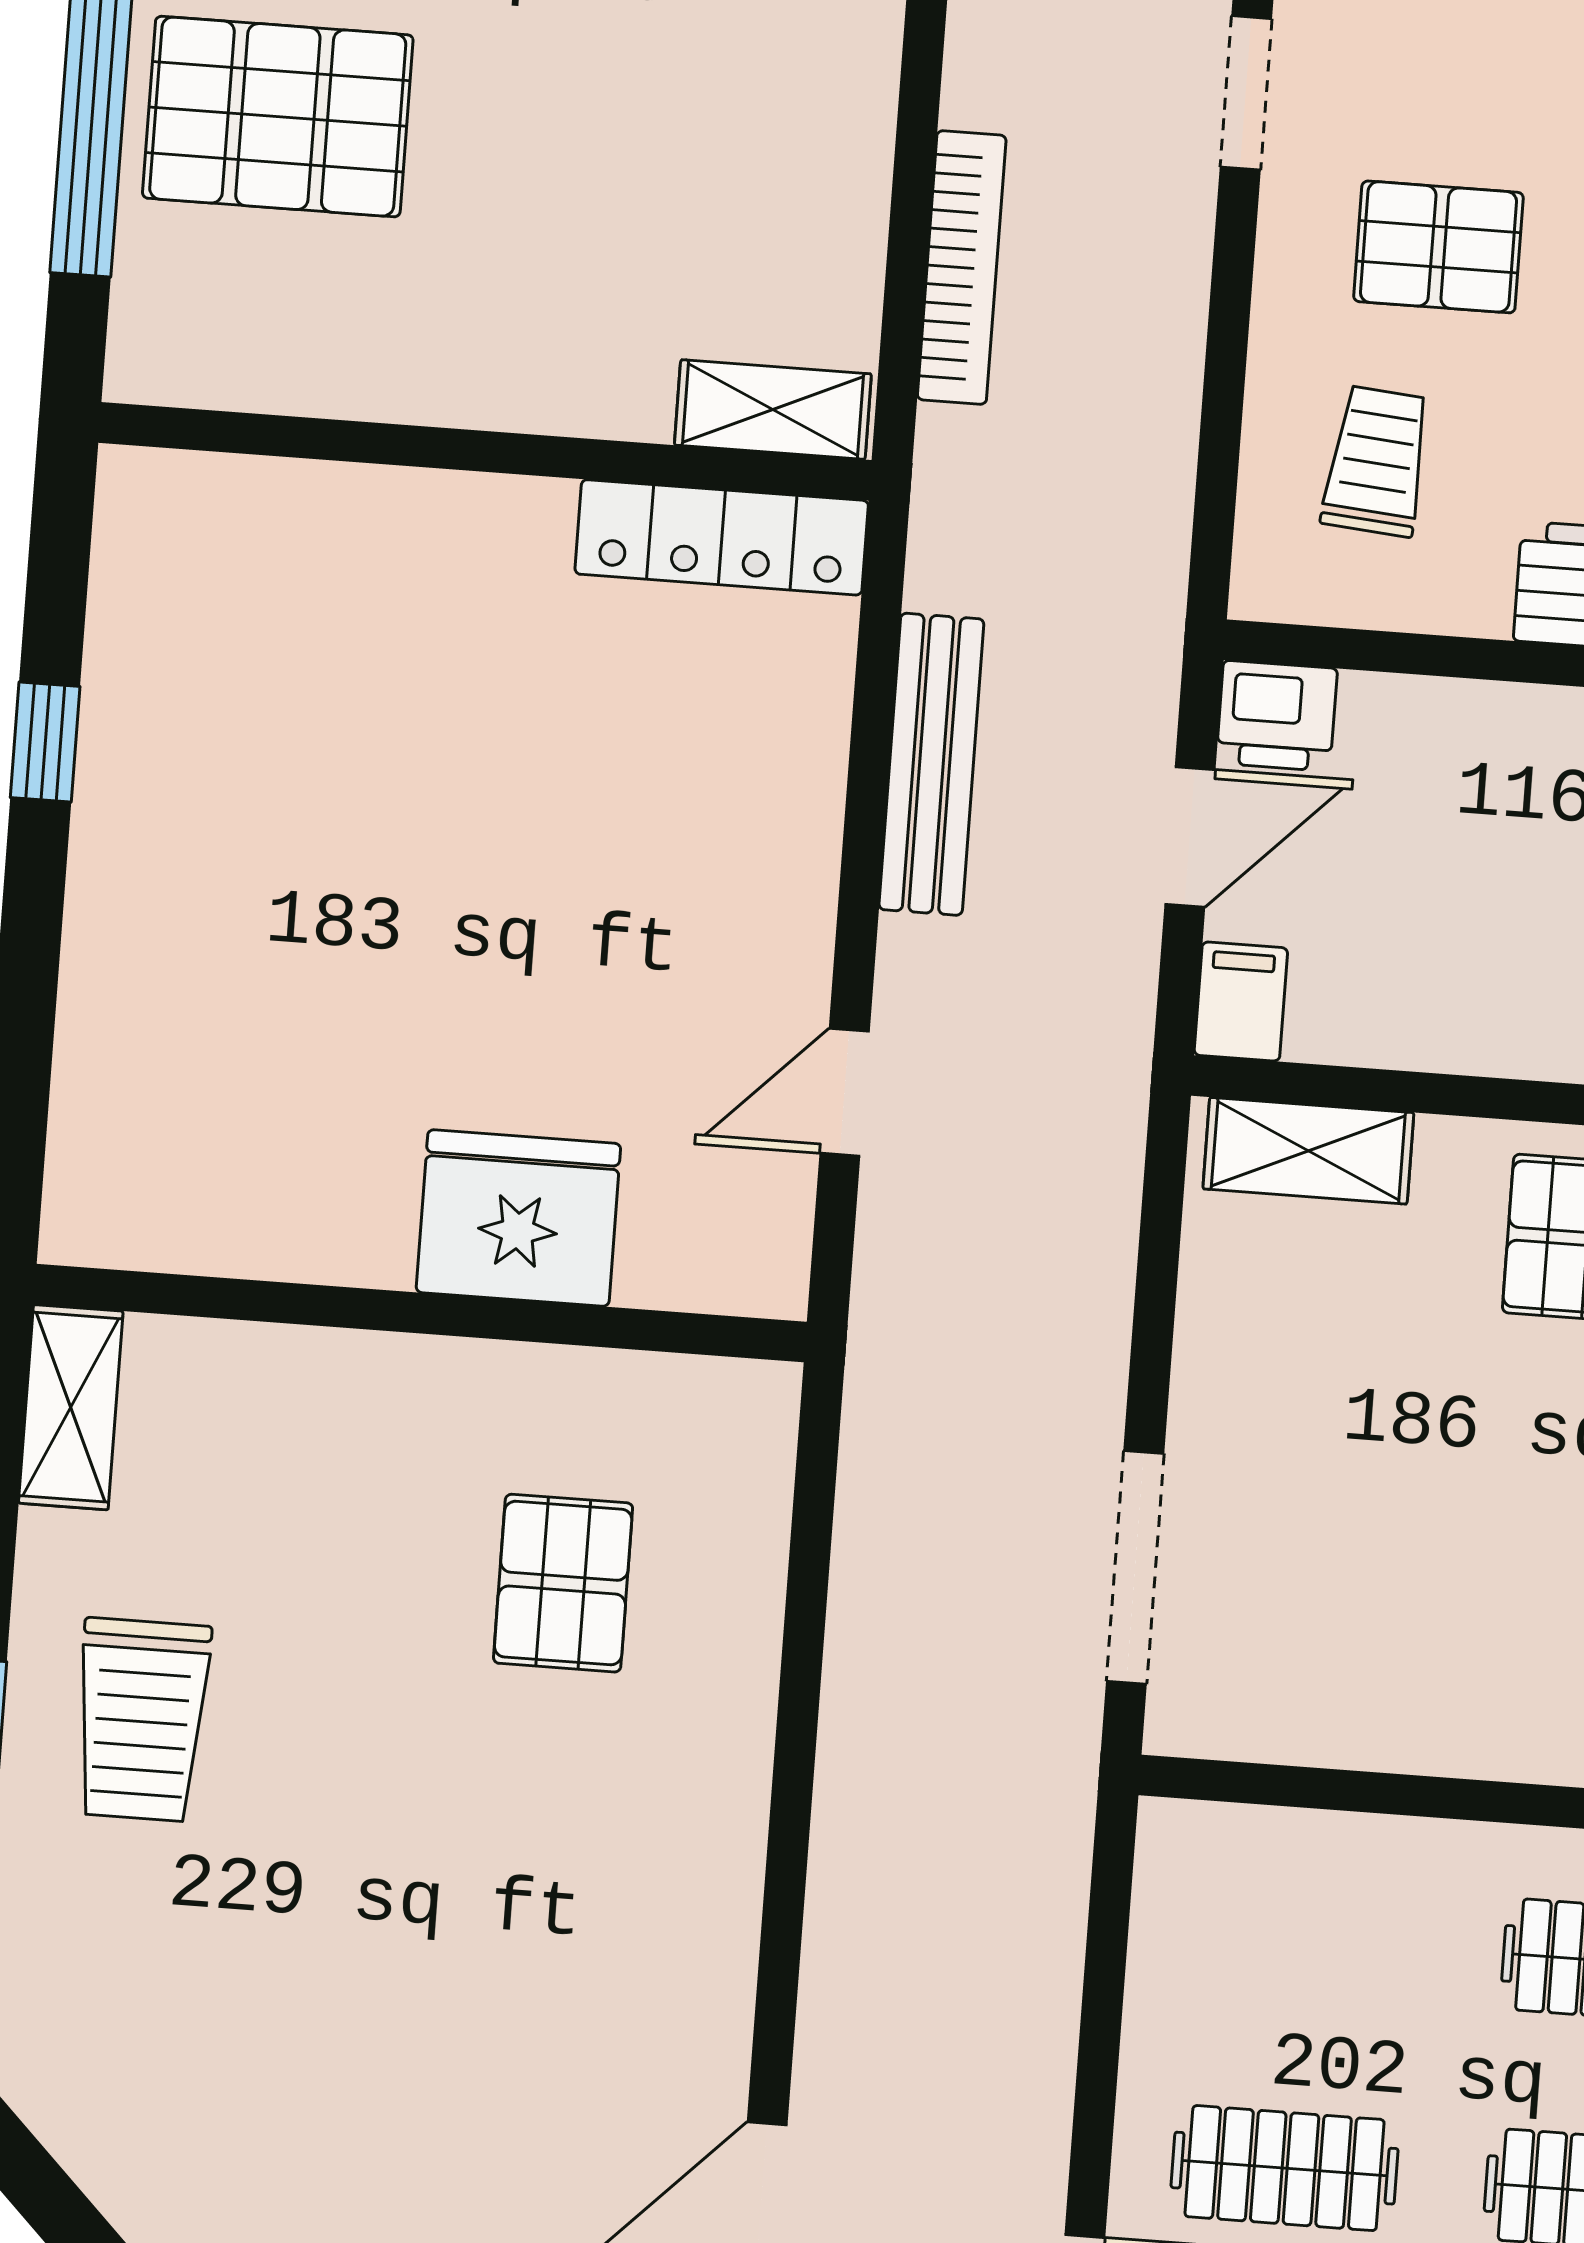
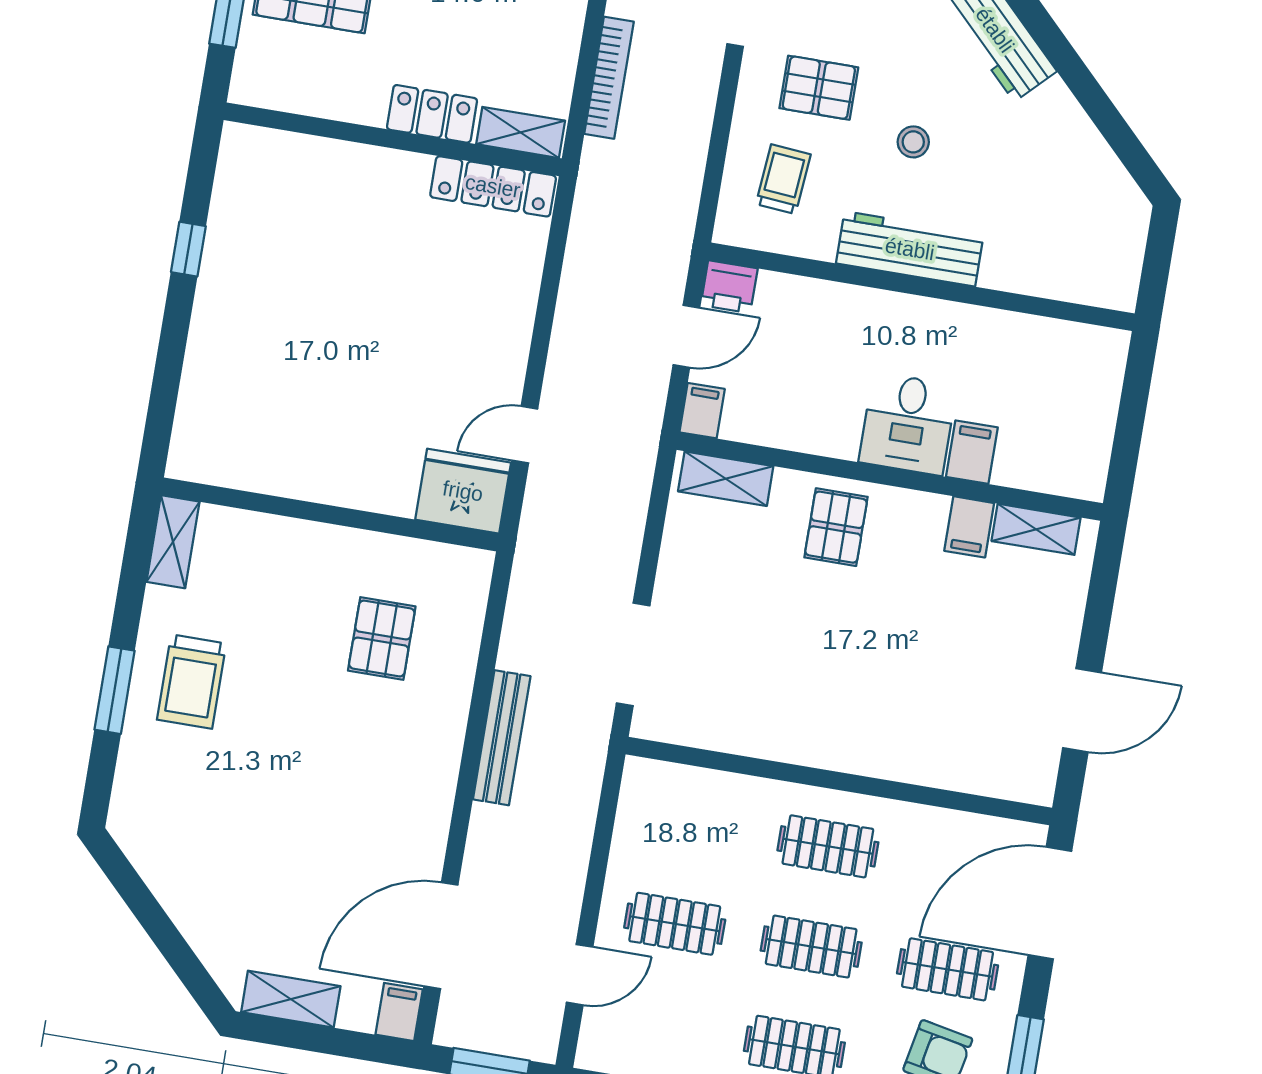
locker: (569, 386) -> (432, 114), added
bench: (931, 764) -> (502, 738), moved
fridge: (518, 1218) -> (463, 491), moved

